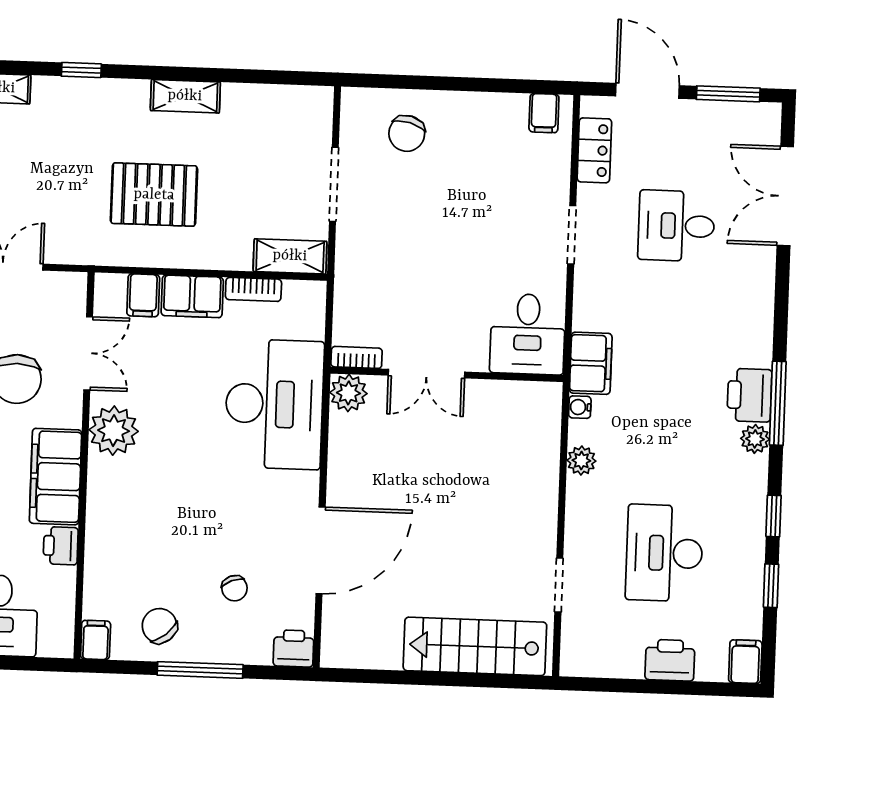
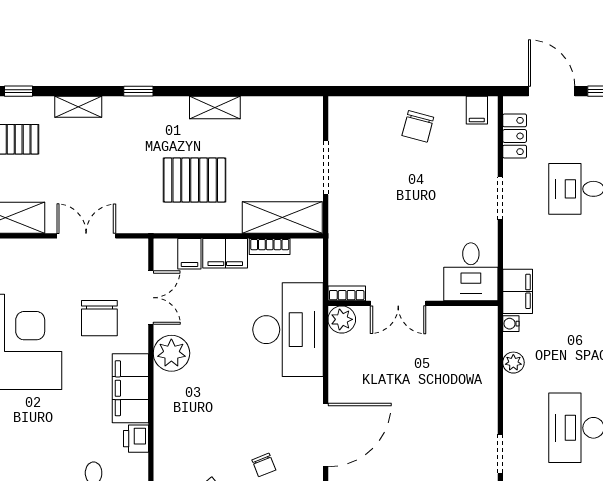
chair: (407, 133) -> (418, 126), moved
shelving: (290, 256) -> (282, 218), width x1.50, depth x1.33

